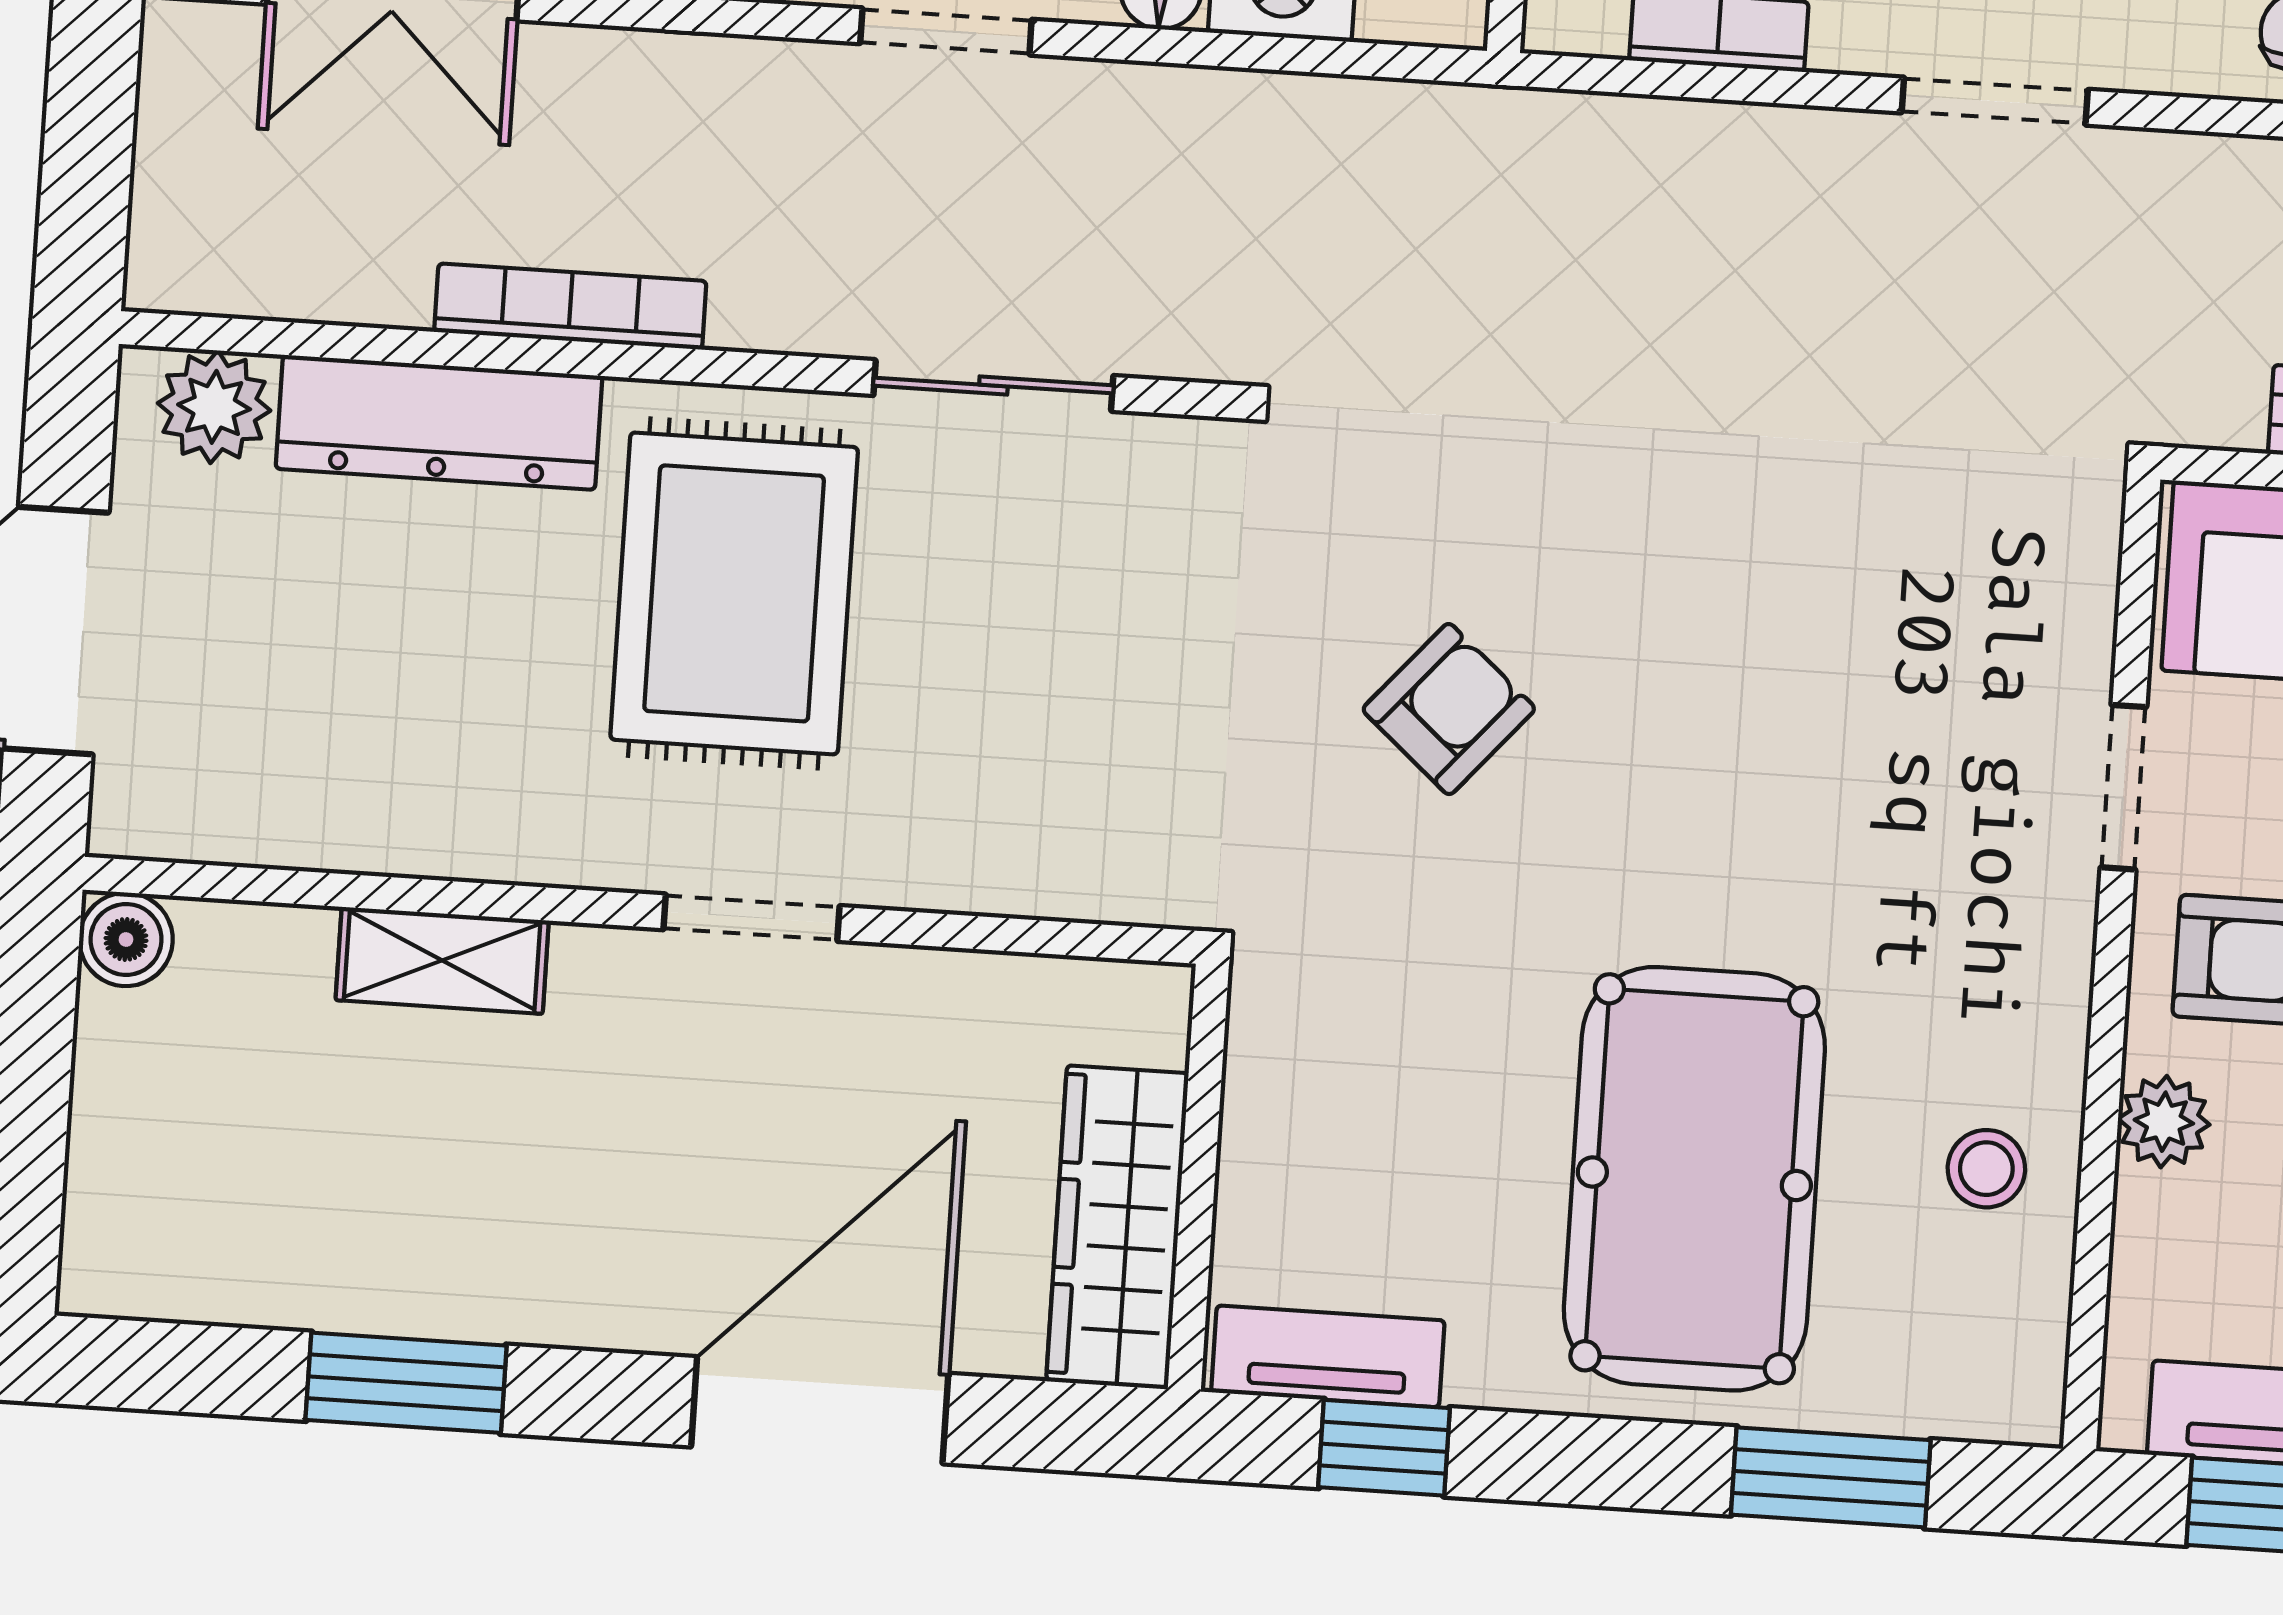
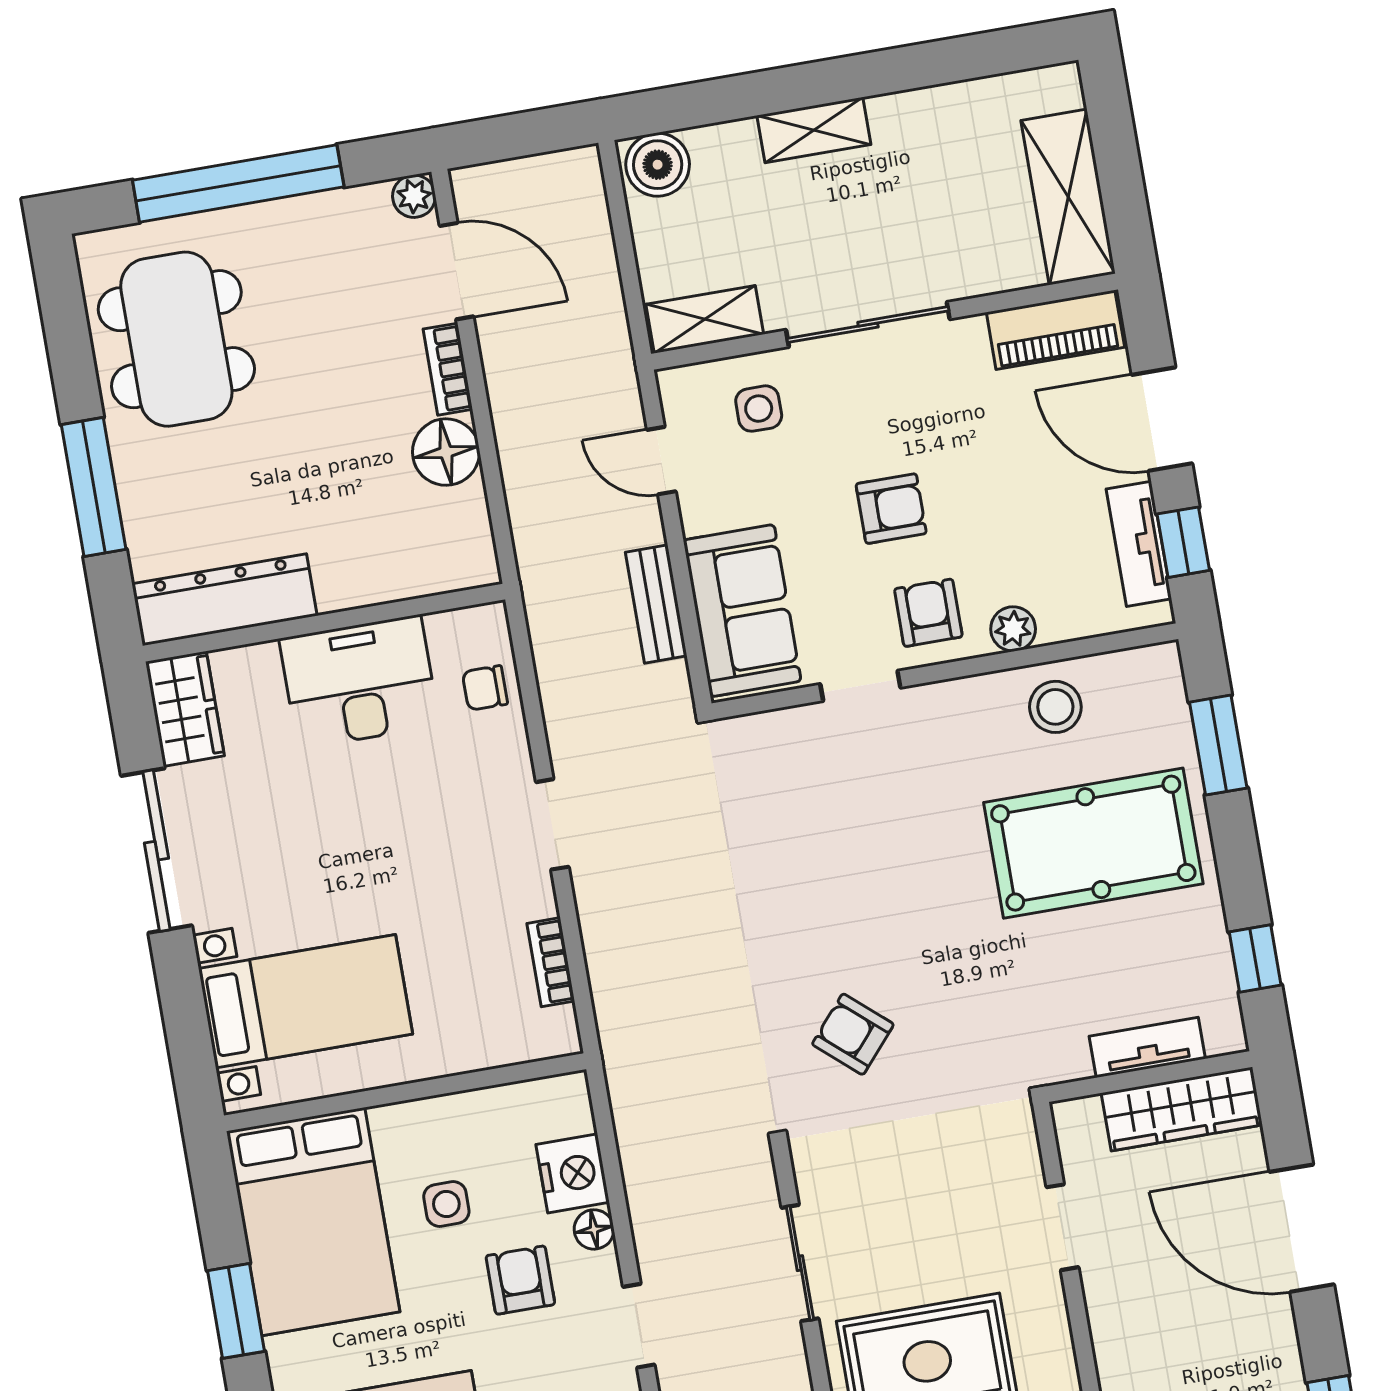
armchair: (1449, 709) -> (853, 1034), moved
doorway: (752, 918) -> (1062, 1227), moved
stool: (1986, 1169) -> (1055, 707), width x1.37, depth x1.37
tv unit: (1328, 1356) -> (1147, 1047), moved, turned 90

